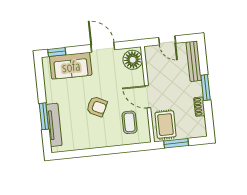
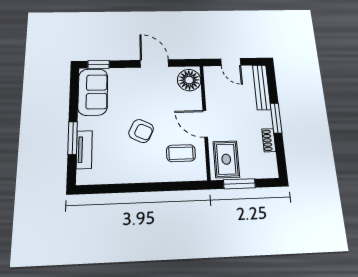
sofa: (71, 66) -> (93, 92), moved, turned -90
coffee table: (130, 122) -> (181, 153), turned 90
tv unit: (54, 125) -> (84, 150), width x0.71

